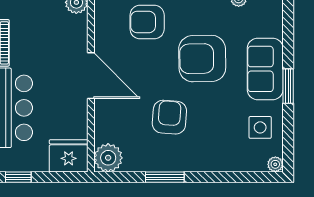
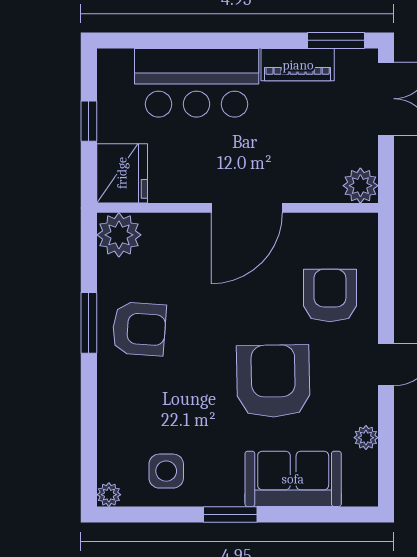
sofa: (265, 69) -> (293, 479), moved
armchair: (169, 117) -> (139, 329), moved
window: (18, 177) -> (89, 121), moved

